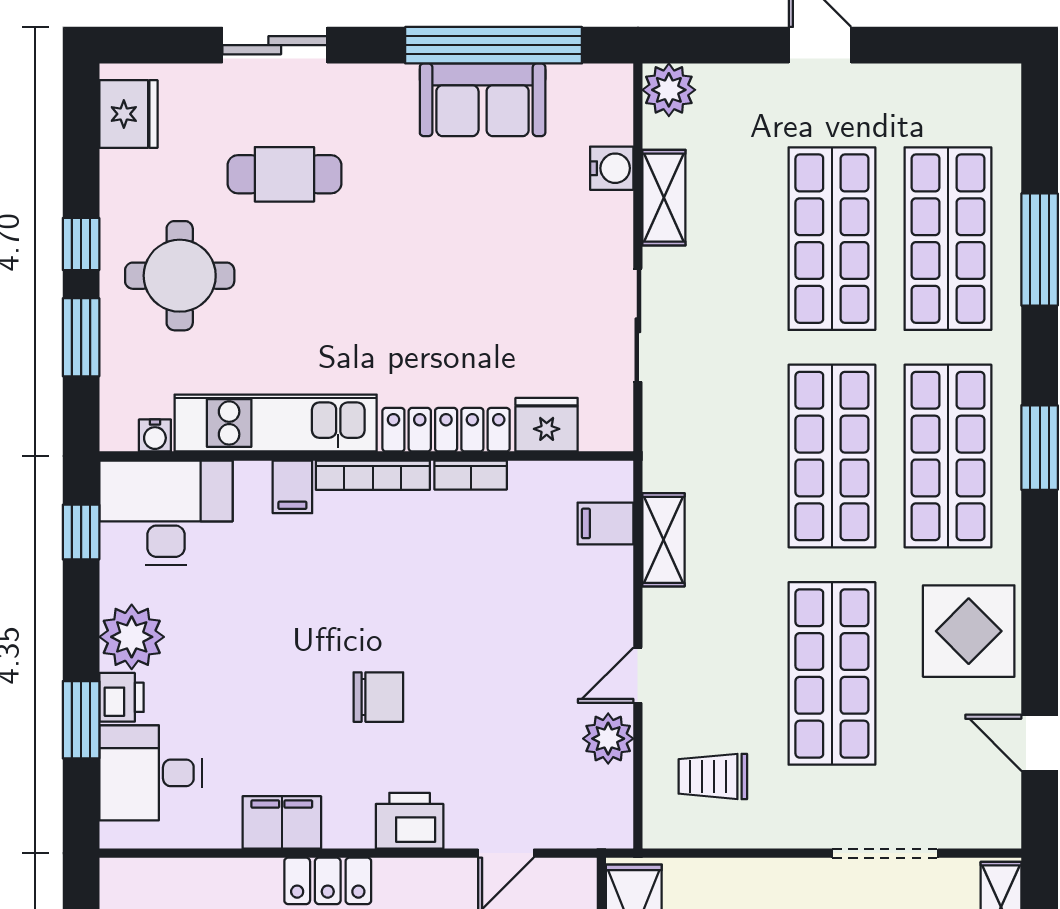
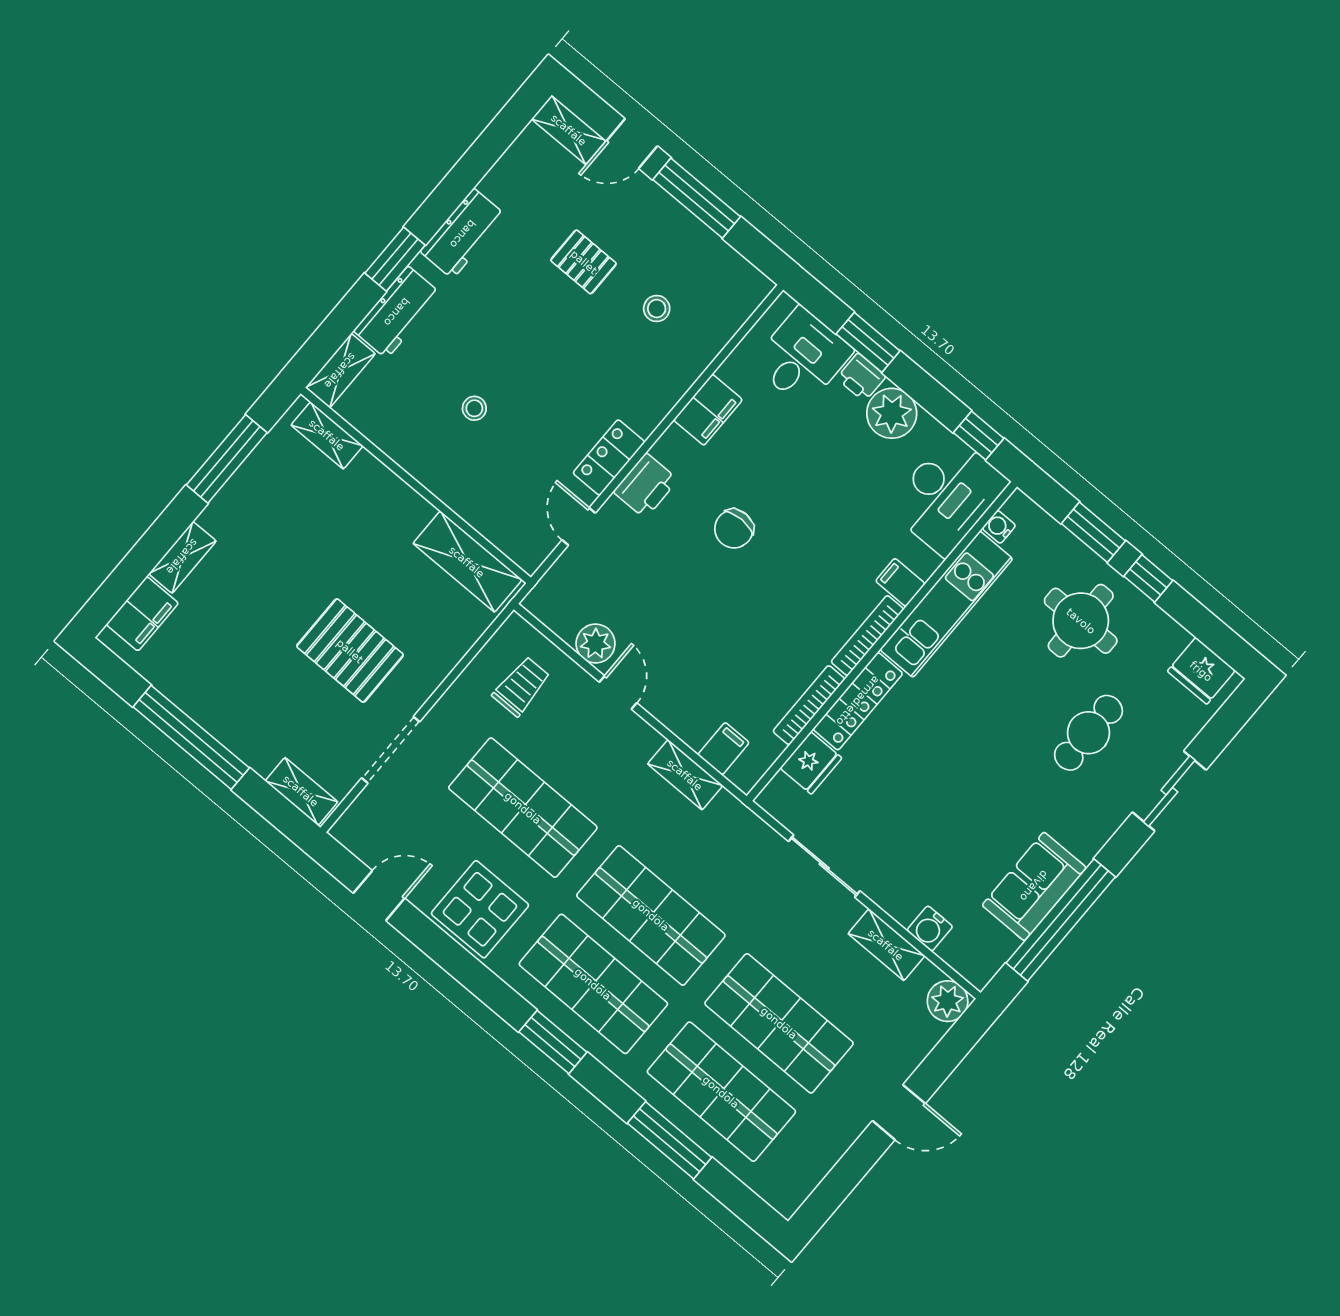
bookcase: (471, 475) -> (809, 705), width x1.56
locker: (328, 881) -> (609, 458), moved

